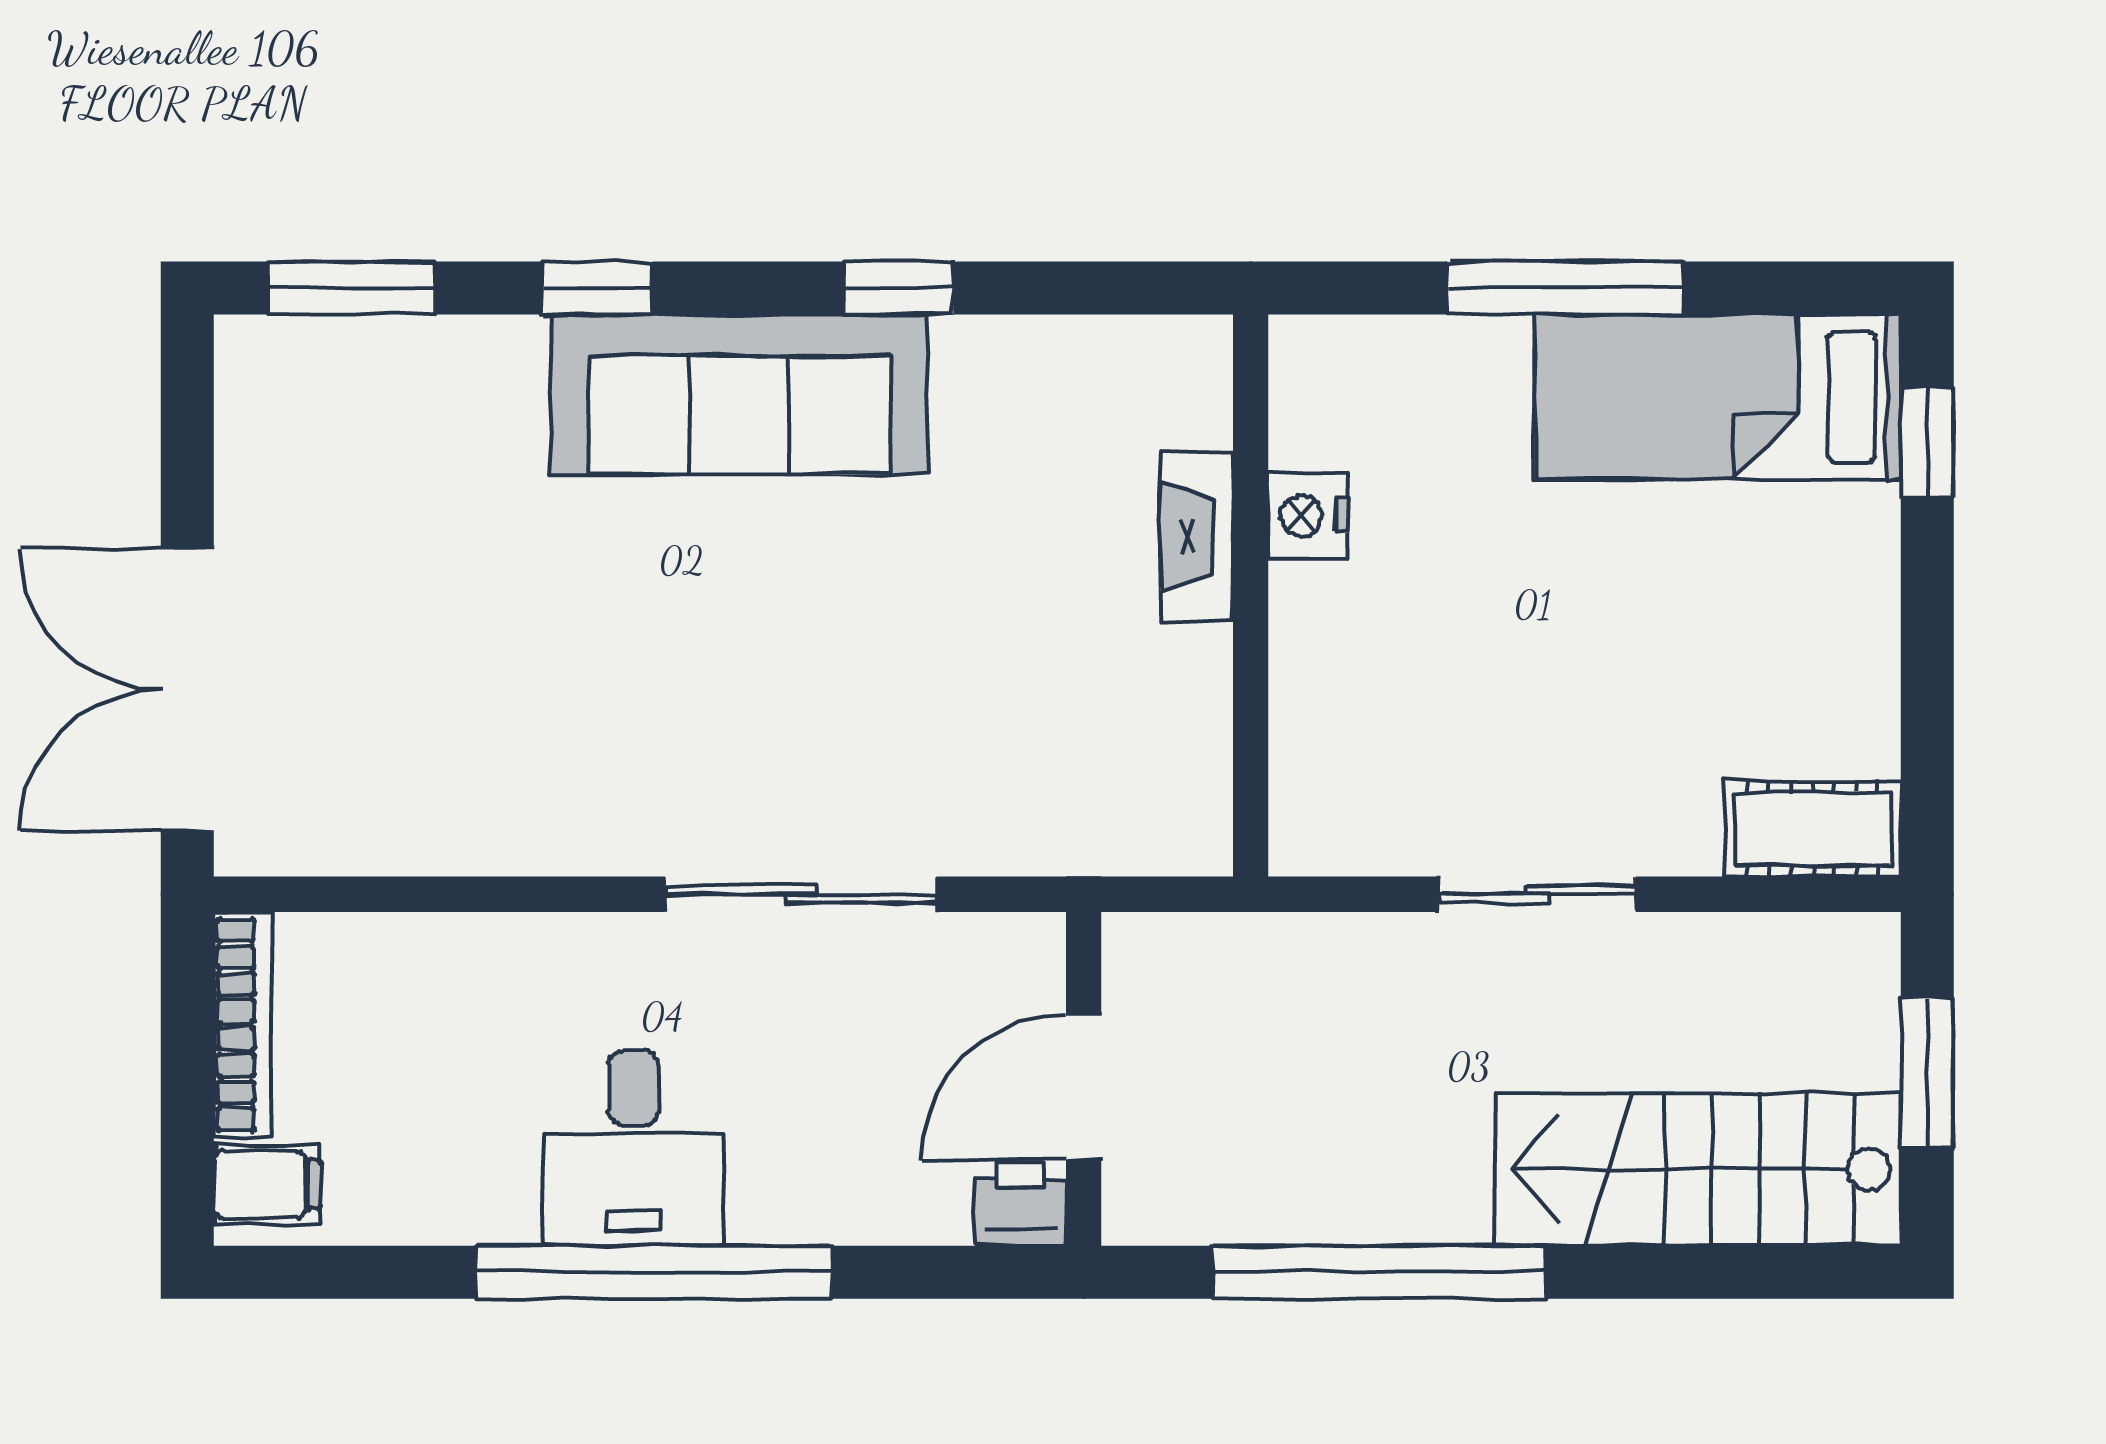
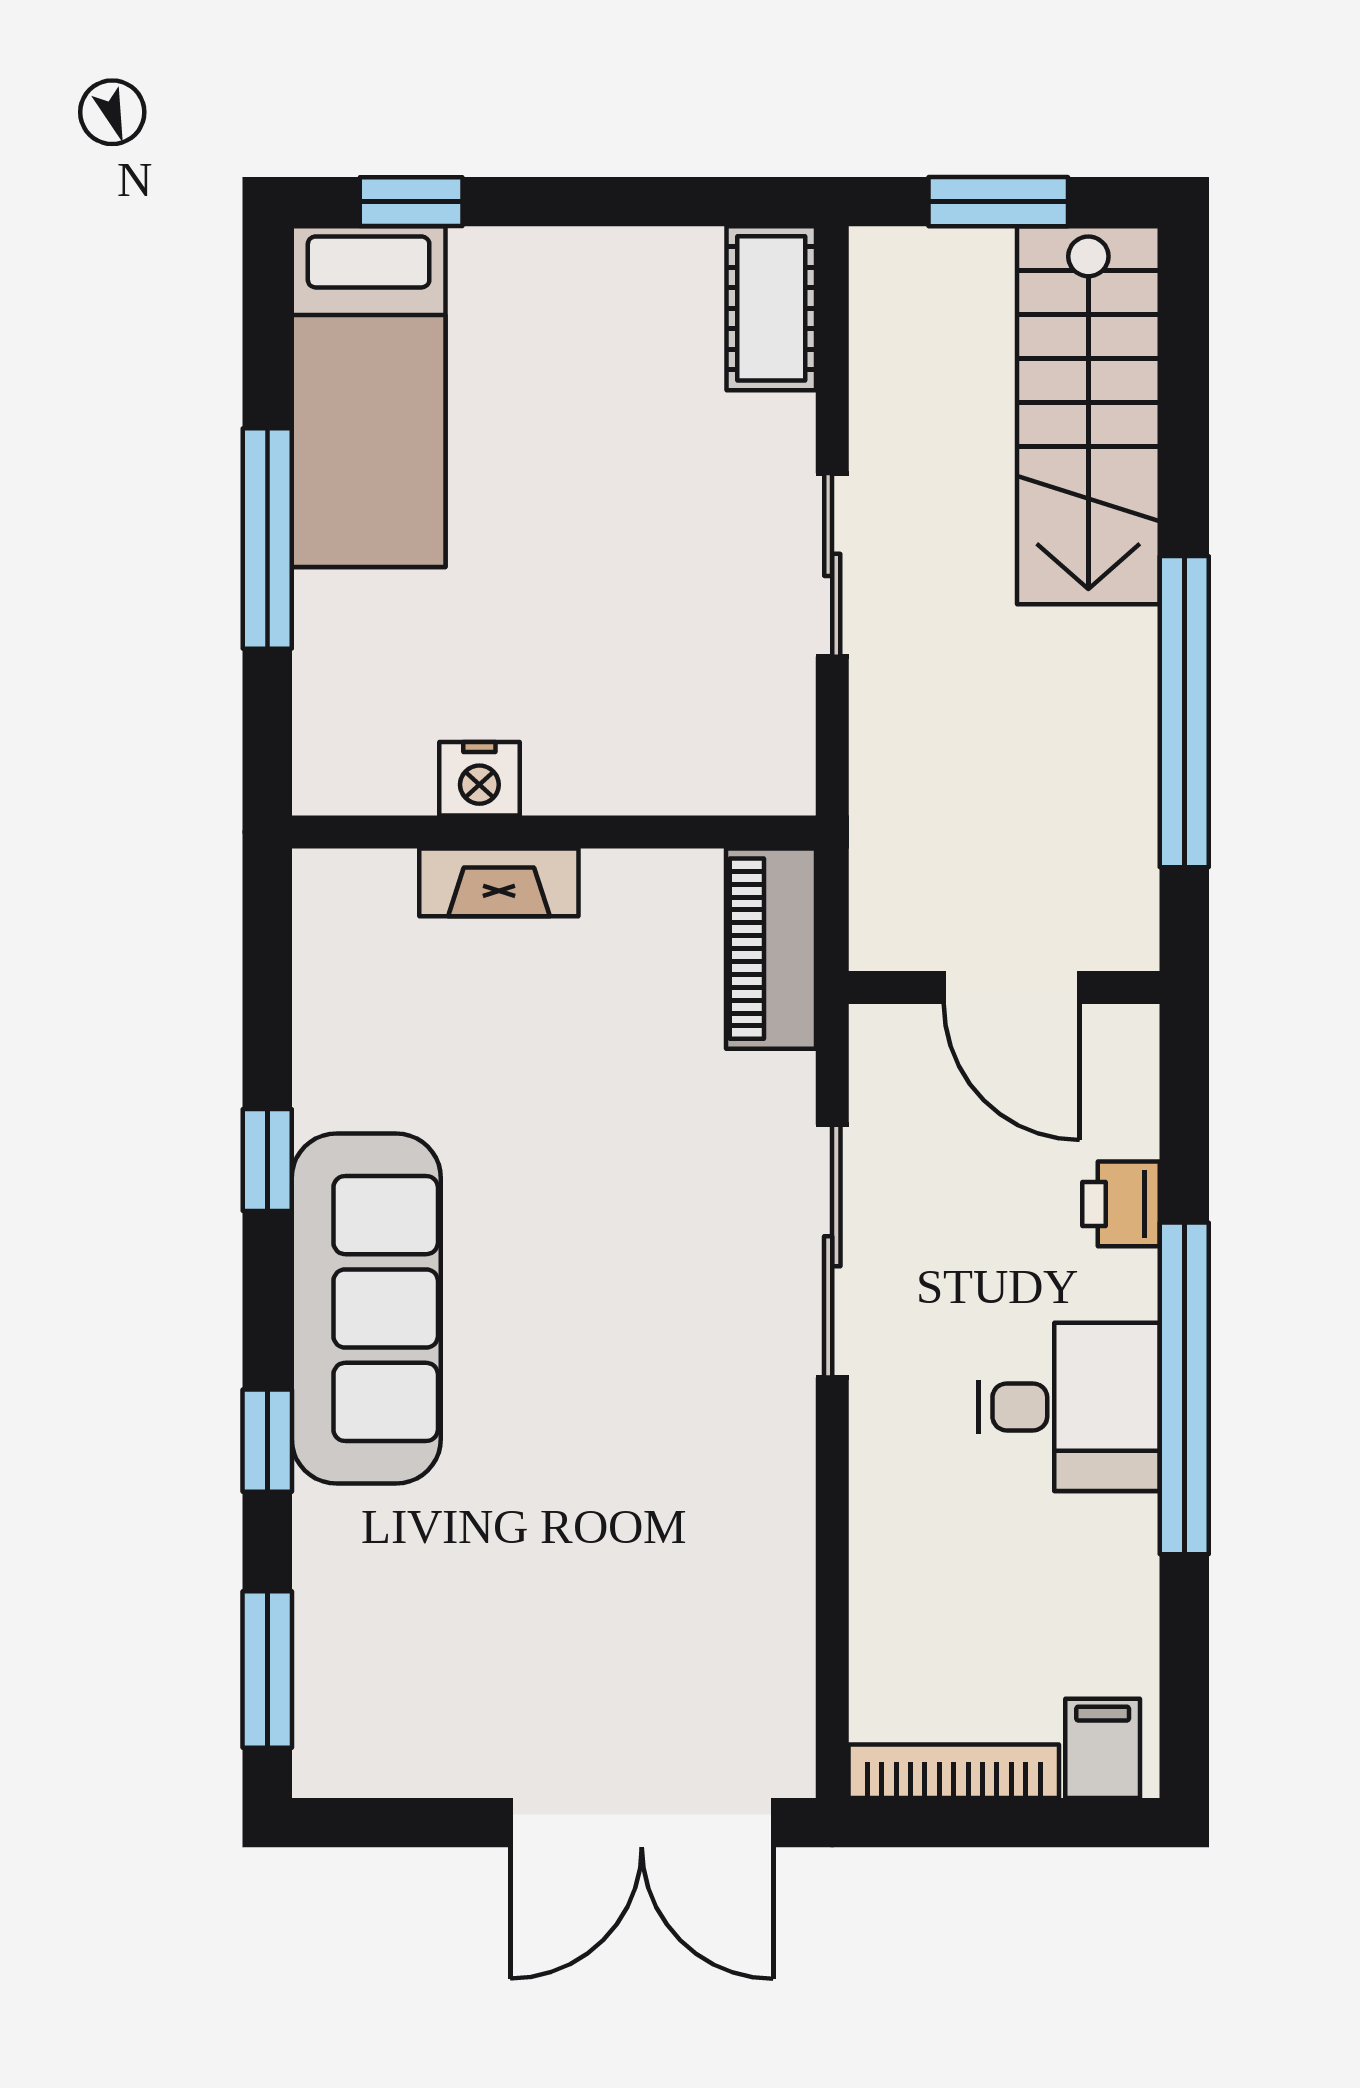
piano: (1125, 829) -> (771, 949), added
printer: (1020, 1204) -> (1121, 1204), moved

